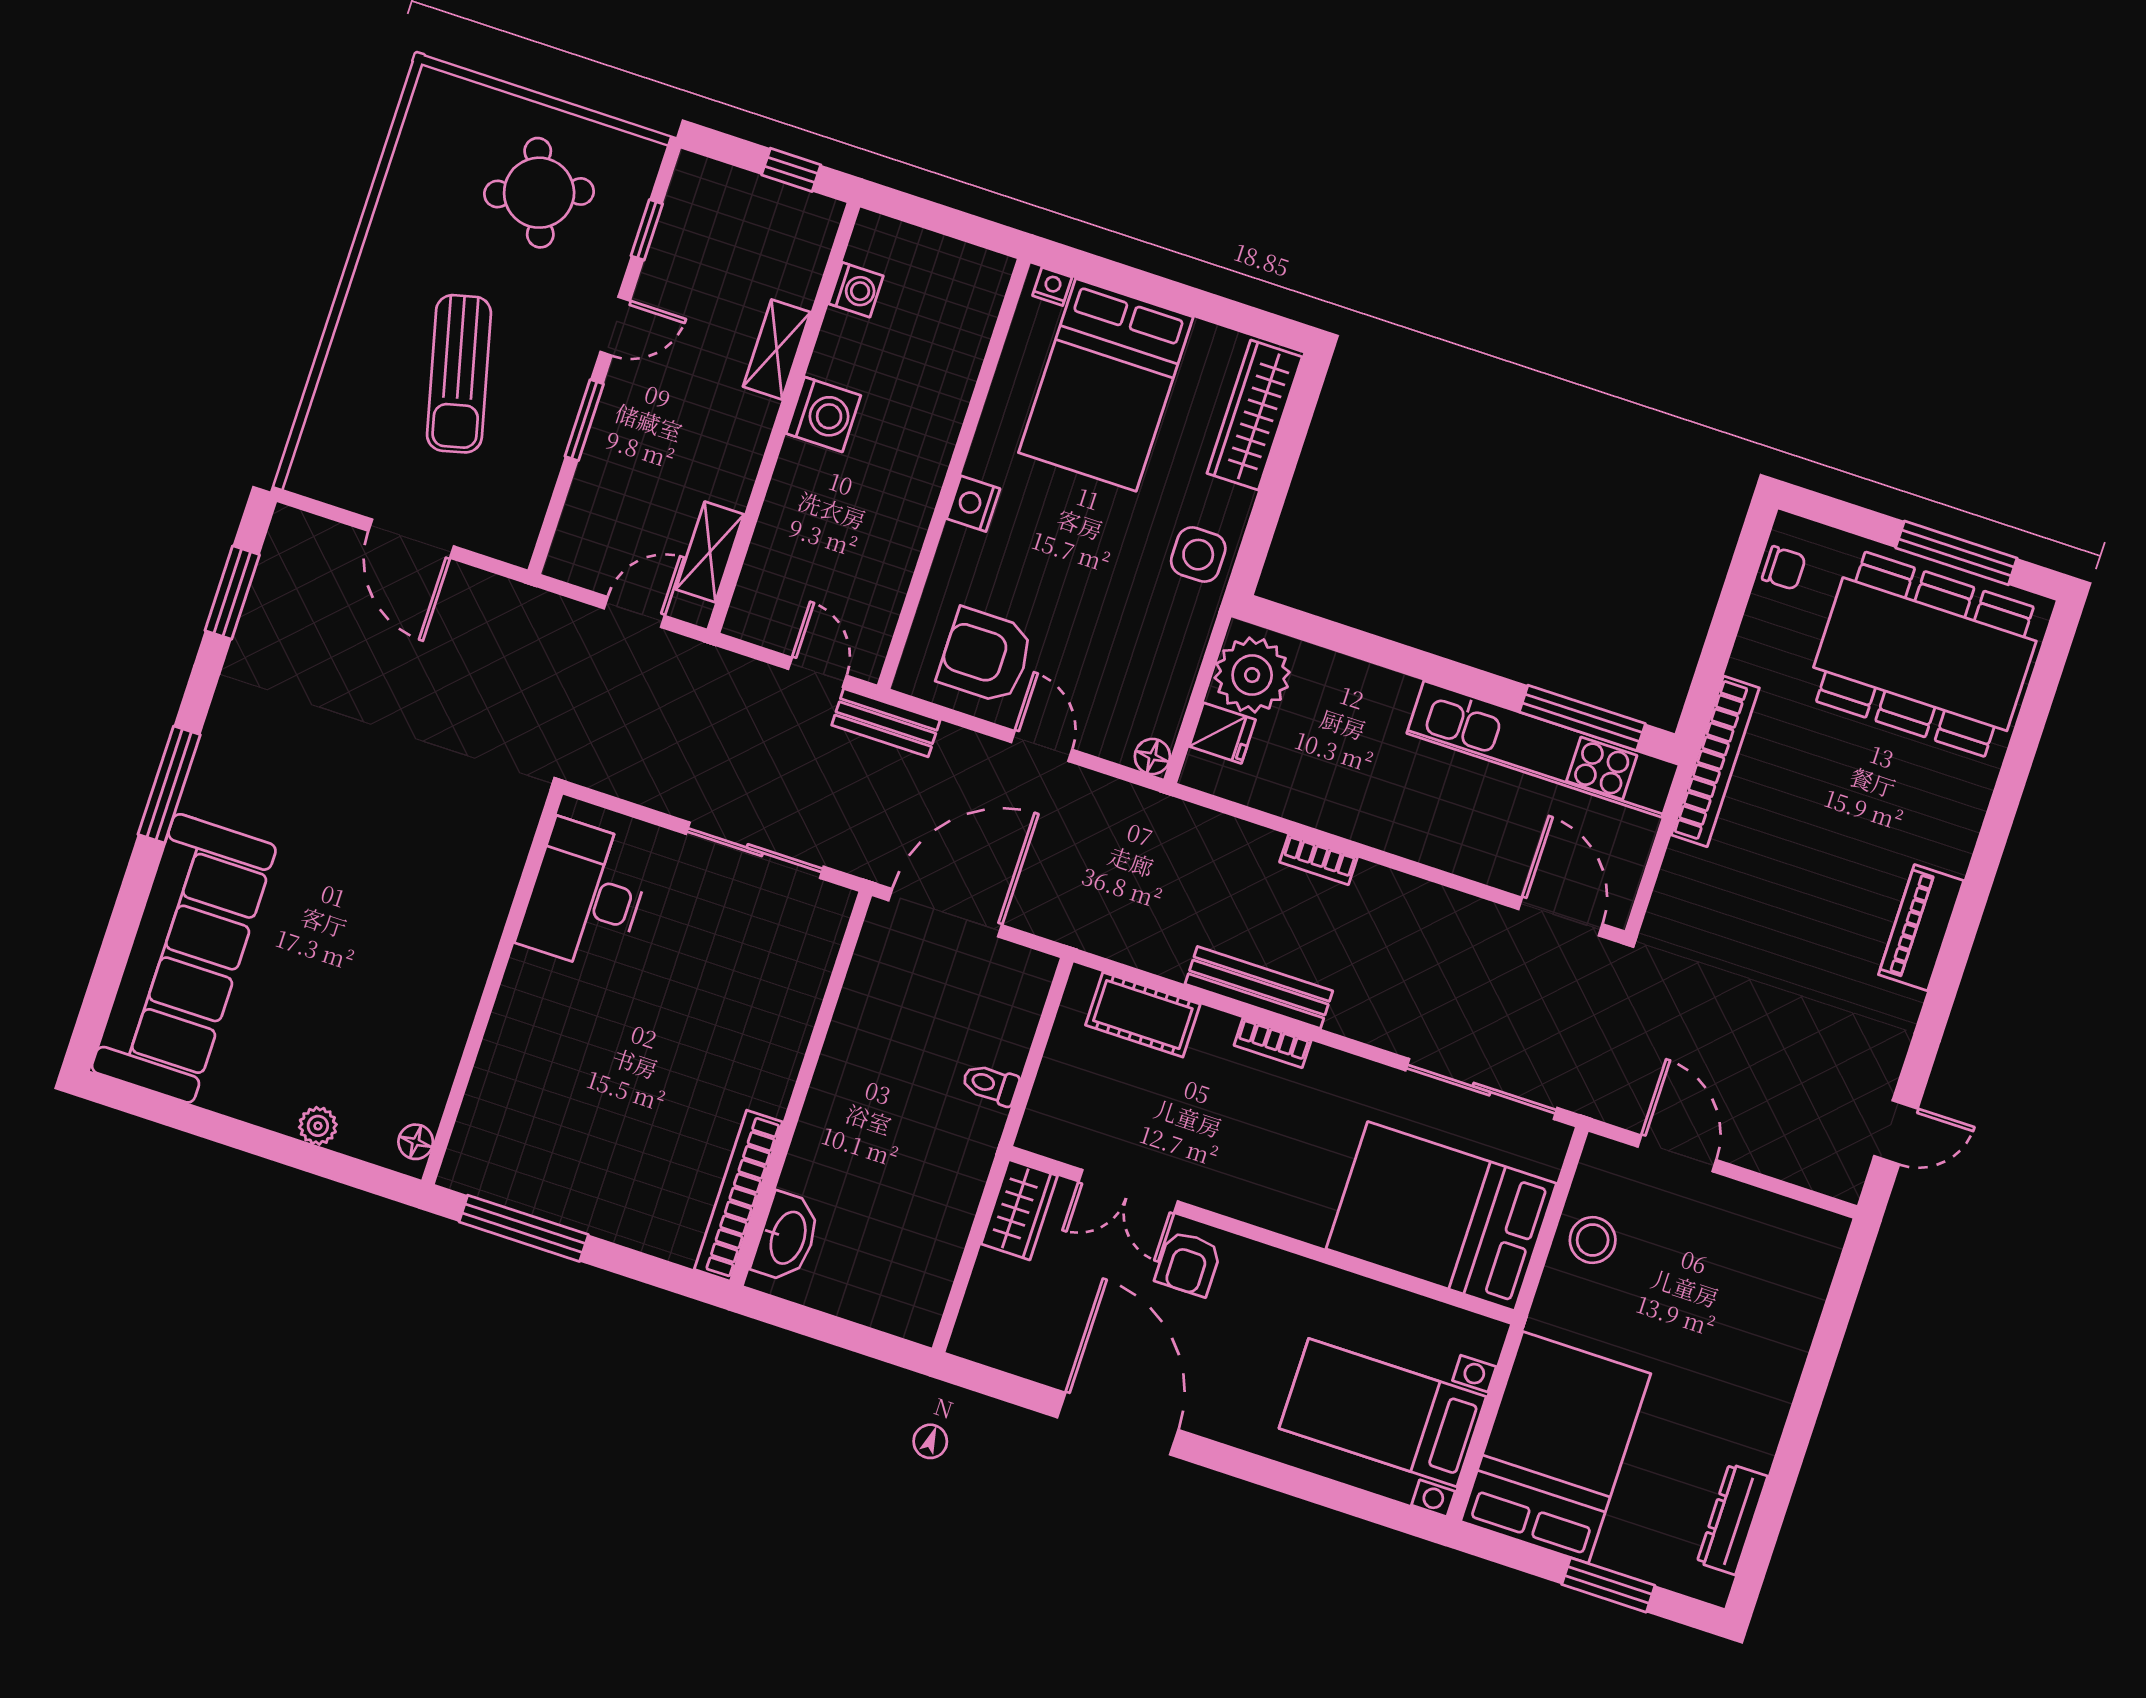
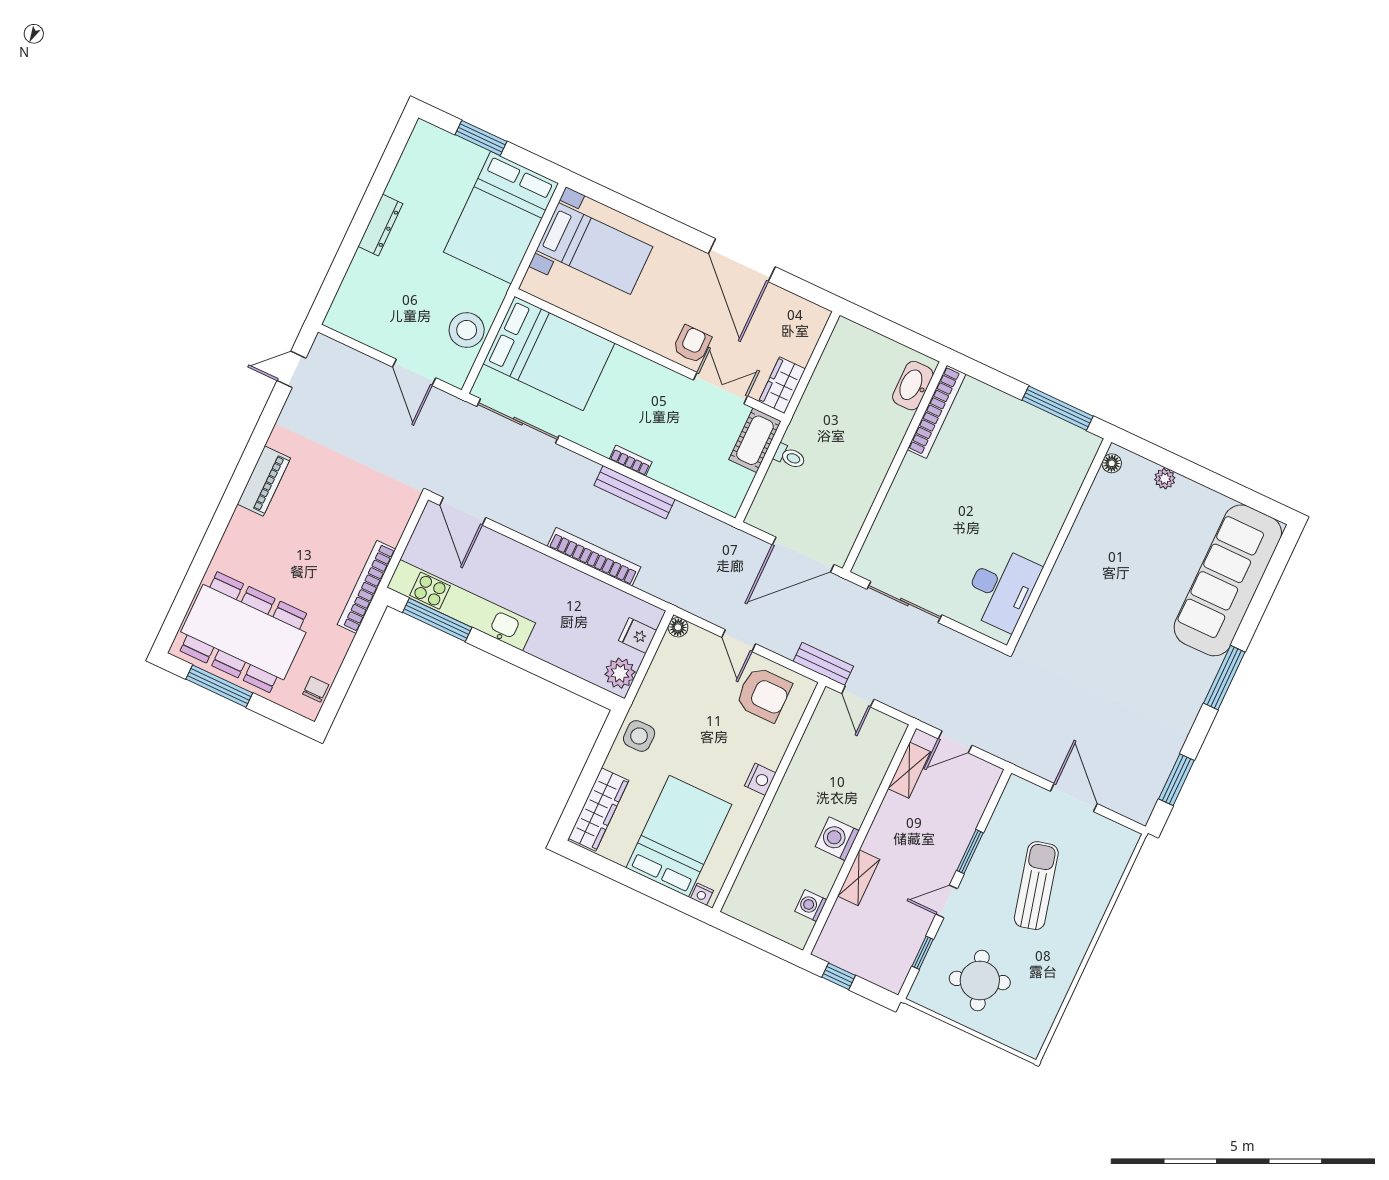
chair: (1784, 568) -> (316, 689), turned 90
plant: (1252, 675) -> (620, 673), width x0.73, depth x0.73
bookcase: (1318, 860) -> (594, 557), width x2.31, depth x1.31
cot: (1143, 1015) -> (755, 440), moved, turned 90
stool: (1593, 1240) -> (467, 330), width x1.38, depth x1.38
dresser: (1732, 1519) -> (380, 225), moved

